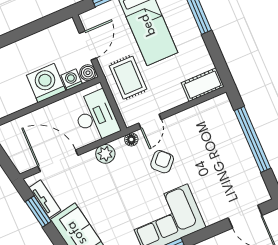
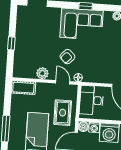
door: (150, 121) -> (63, 82), hinge flipped
window: (253, 139) -> (11, 43), width x0.32
plant: (105, 154) -> (42, 73), moved

